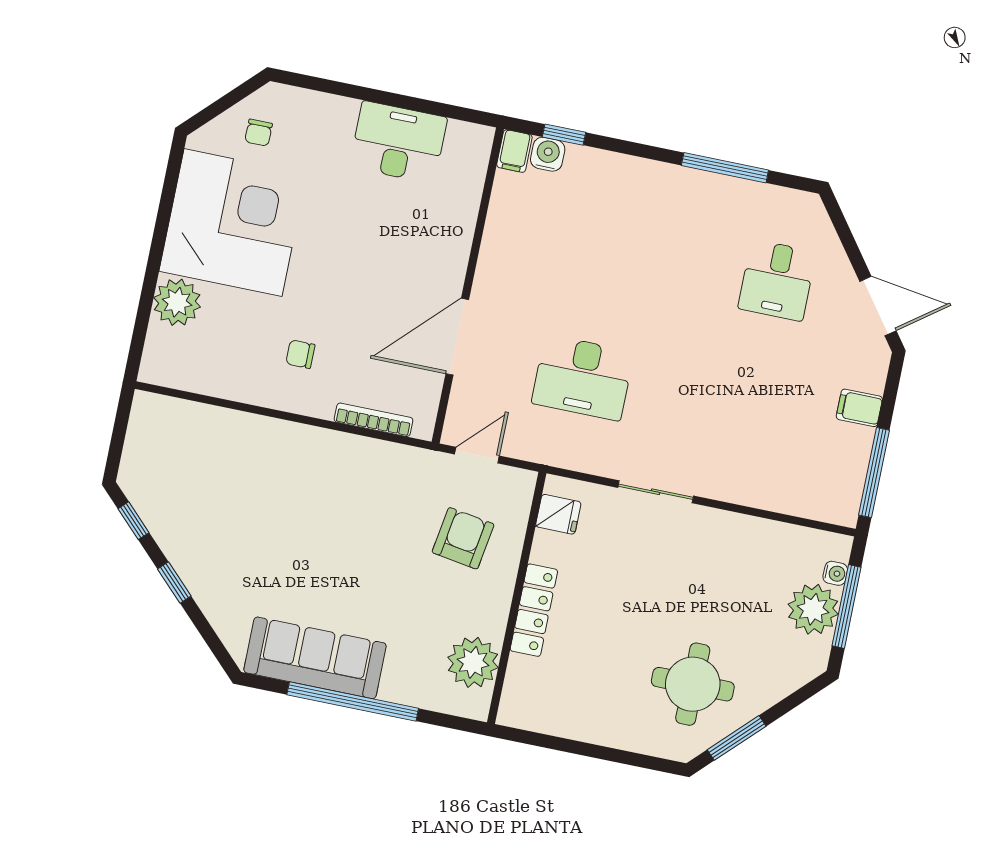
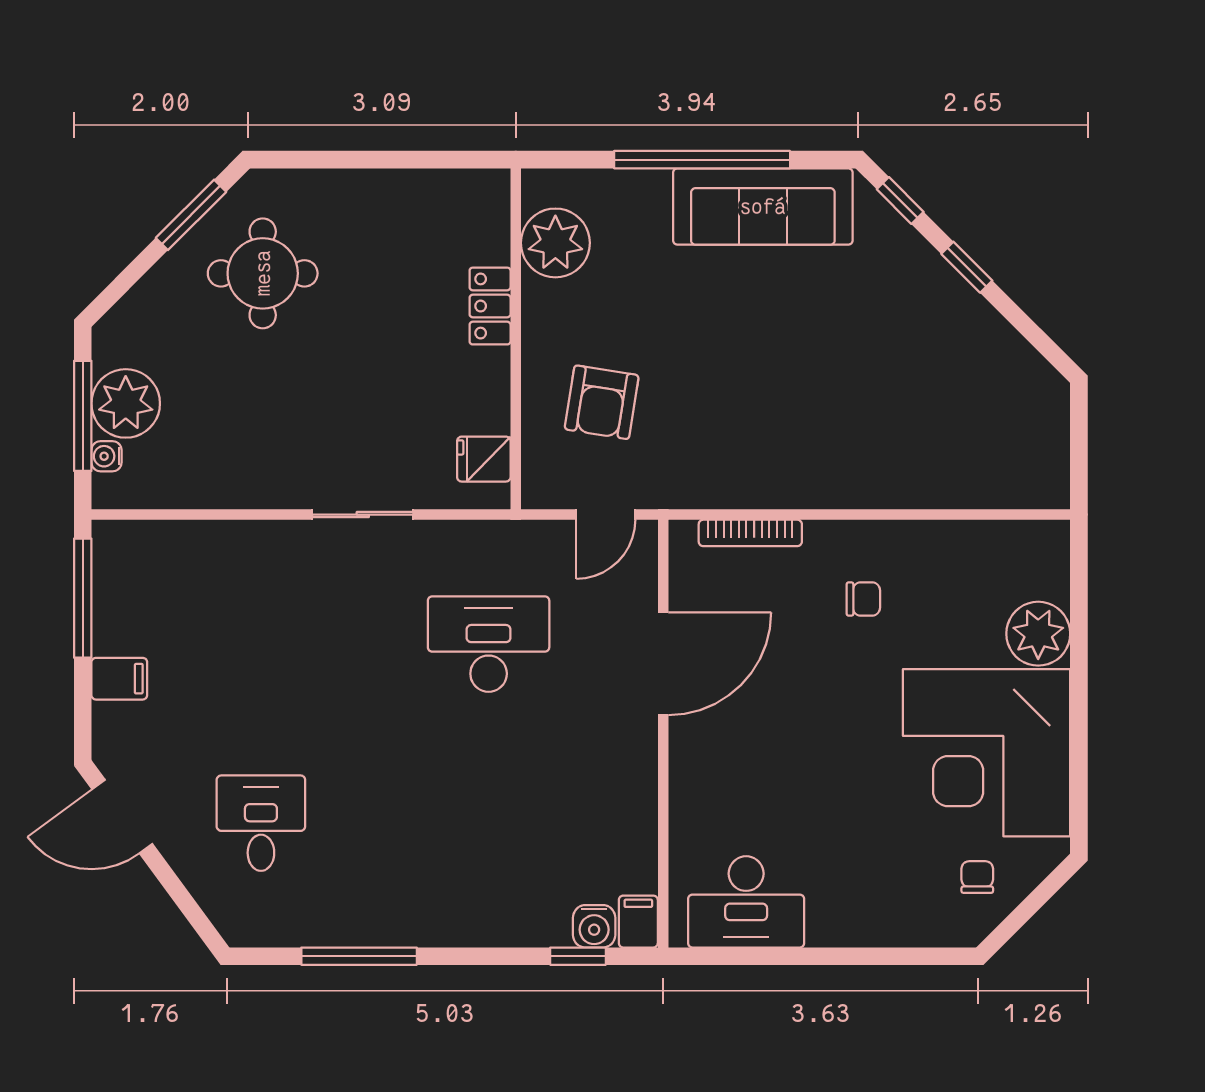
desk: (398, 142) -> (746, 902), moved
window: (134, 521) -> (900, 200), moved
locker: (534, 610) -> (490, 306), width x0.66

